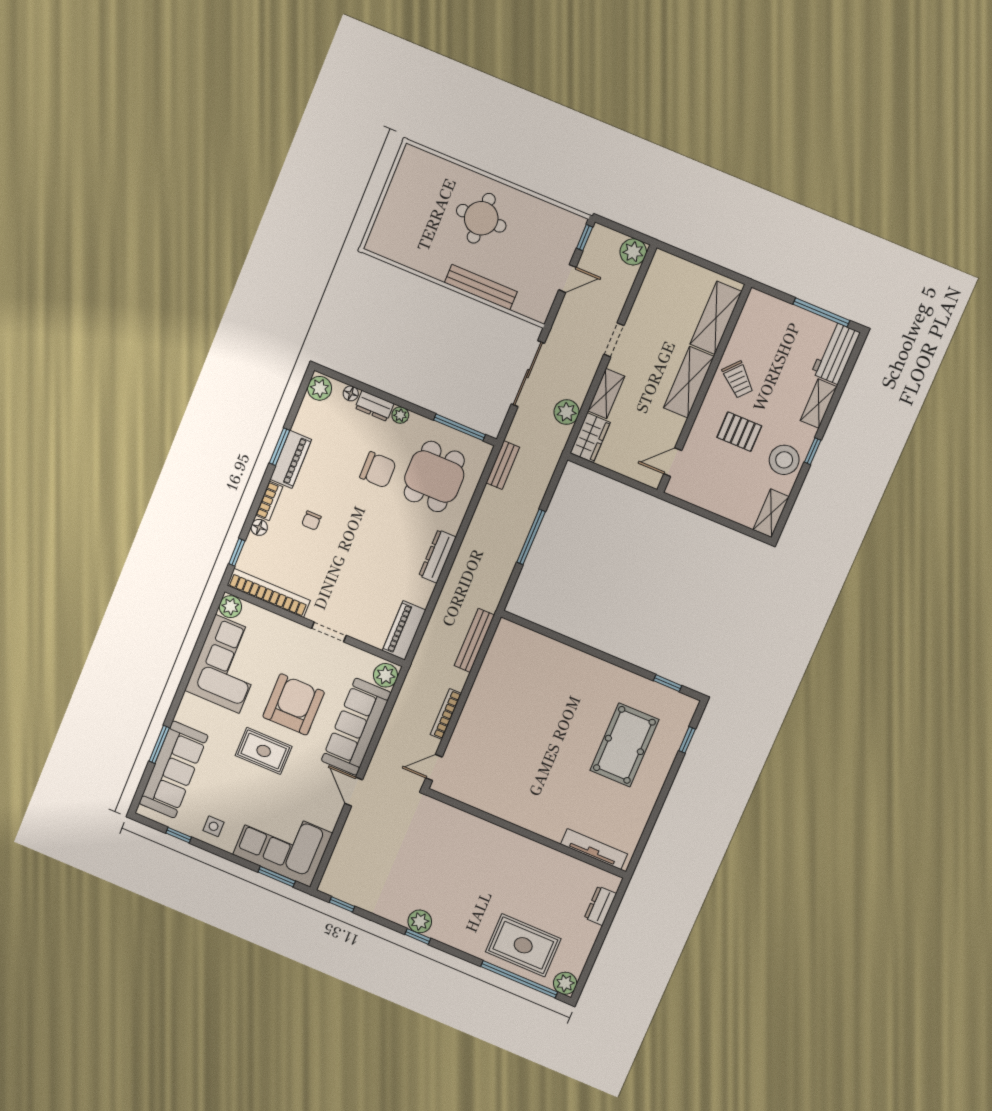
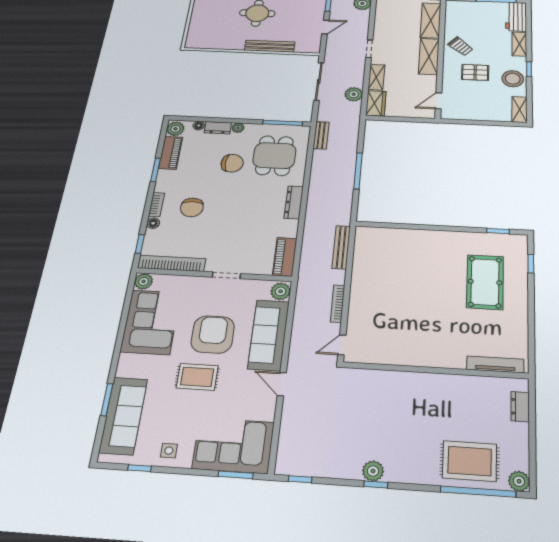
piano: (291, 459) -> (170, 153), moved
chair: (311, 521) -> (192, 208), width x1.87, depth x1.87

